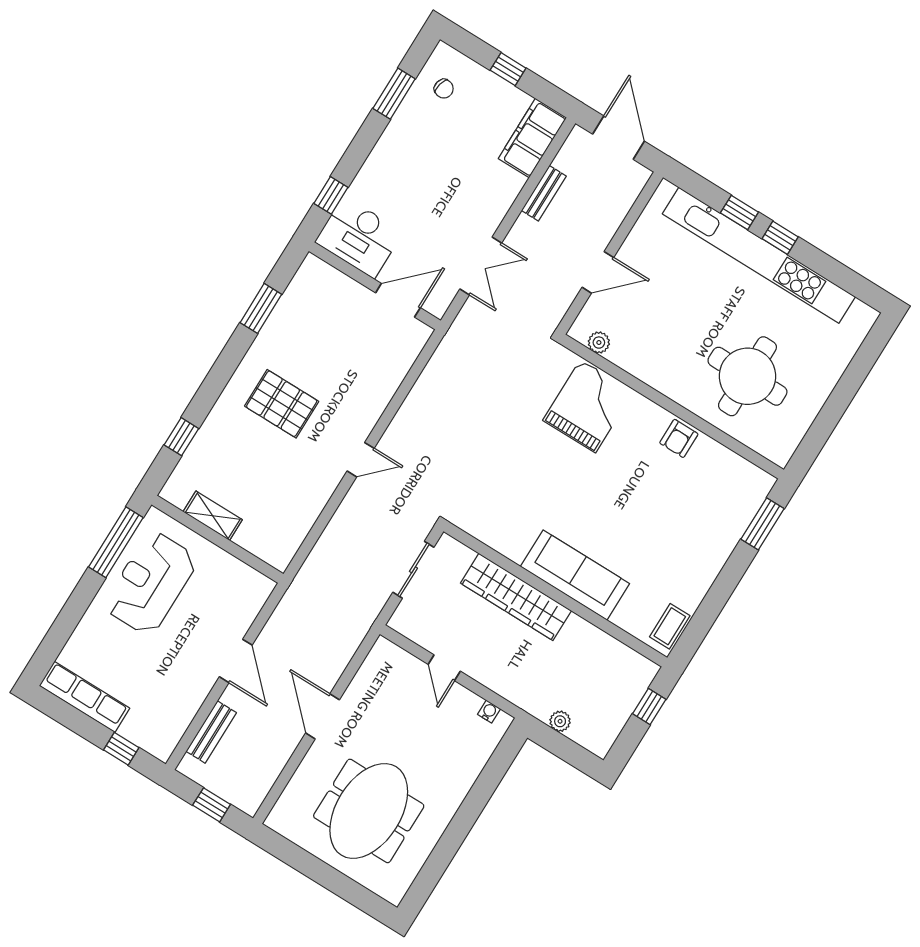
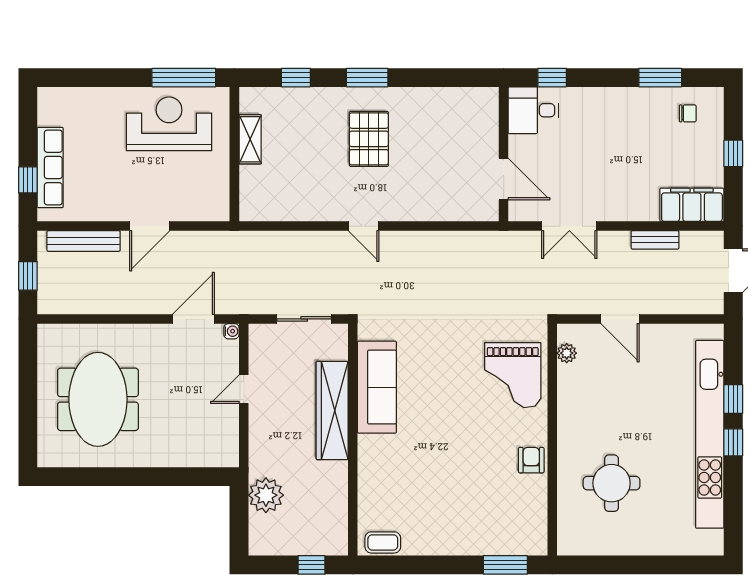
chair: (444, 89) -> (688, 113), turned -103
desk: (359, 237) -> (533, 110), width x0.73
window: (261, 308) -> (367, 78), moved
round table: (747, 376) -> (612, 483), width x0.73, depth x0.73
grand piano: (588, 406) -> (513, 375), turned 90
armchair: (679, 438) -> (531, 460), turned 90
sofa: (575, 575) -> (377, 387), moved
row of seats: (84, 697) -> (50, 167), moved
water cooler: (489, 712) -> (231, 331), moved
door: (322, 716) -> (193, 319), moved
plant: (560, 721) -> (266, 495), width x1.87, depth x1.87
bench: (211, 732) -> (84, 241), width x1.36
meeting table: (369, 811) -> (98, 399), turned 90

